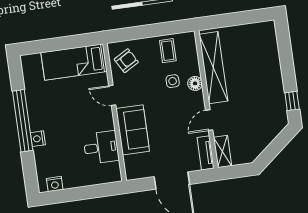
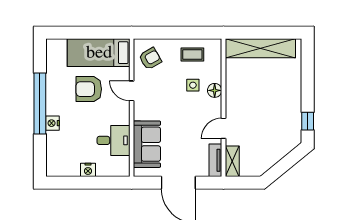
coffee table: (168, 51) -> (192, 54), turned 90
shelving: (213, 68) -> (260, 48), moved, turned 90
armchair: (69, 100) -> (89, 89), added
sofa: (133, 130) -> (147, 144), moved
nightstand: (55, 184) -> (88, 170), moved

